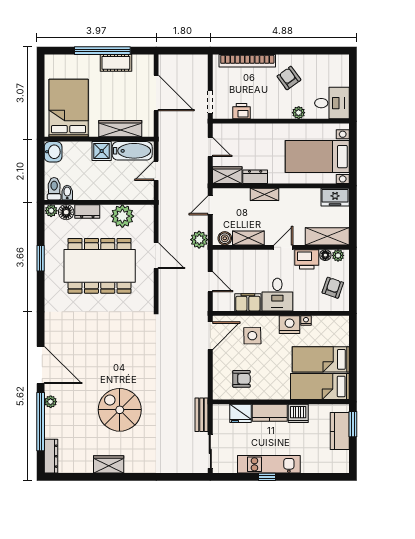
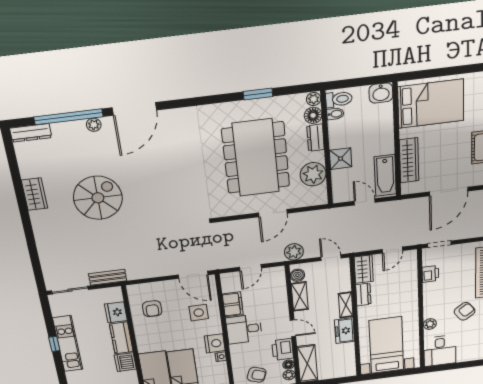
shower: (102, 151) -> (341, 159), moved
freezer: (335, 197) -> (345, 331), moved

